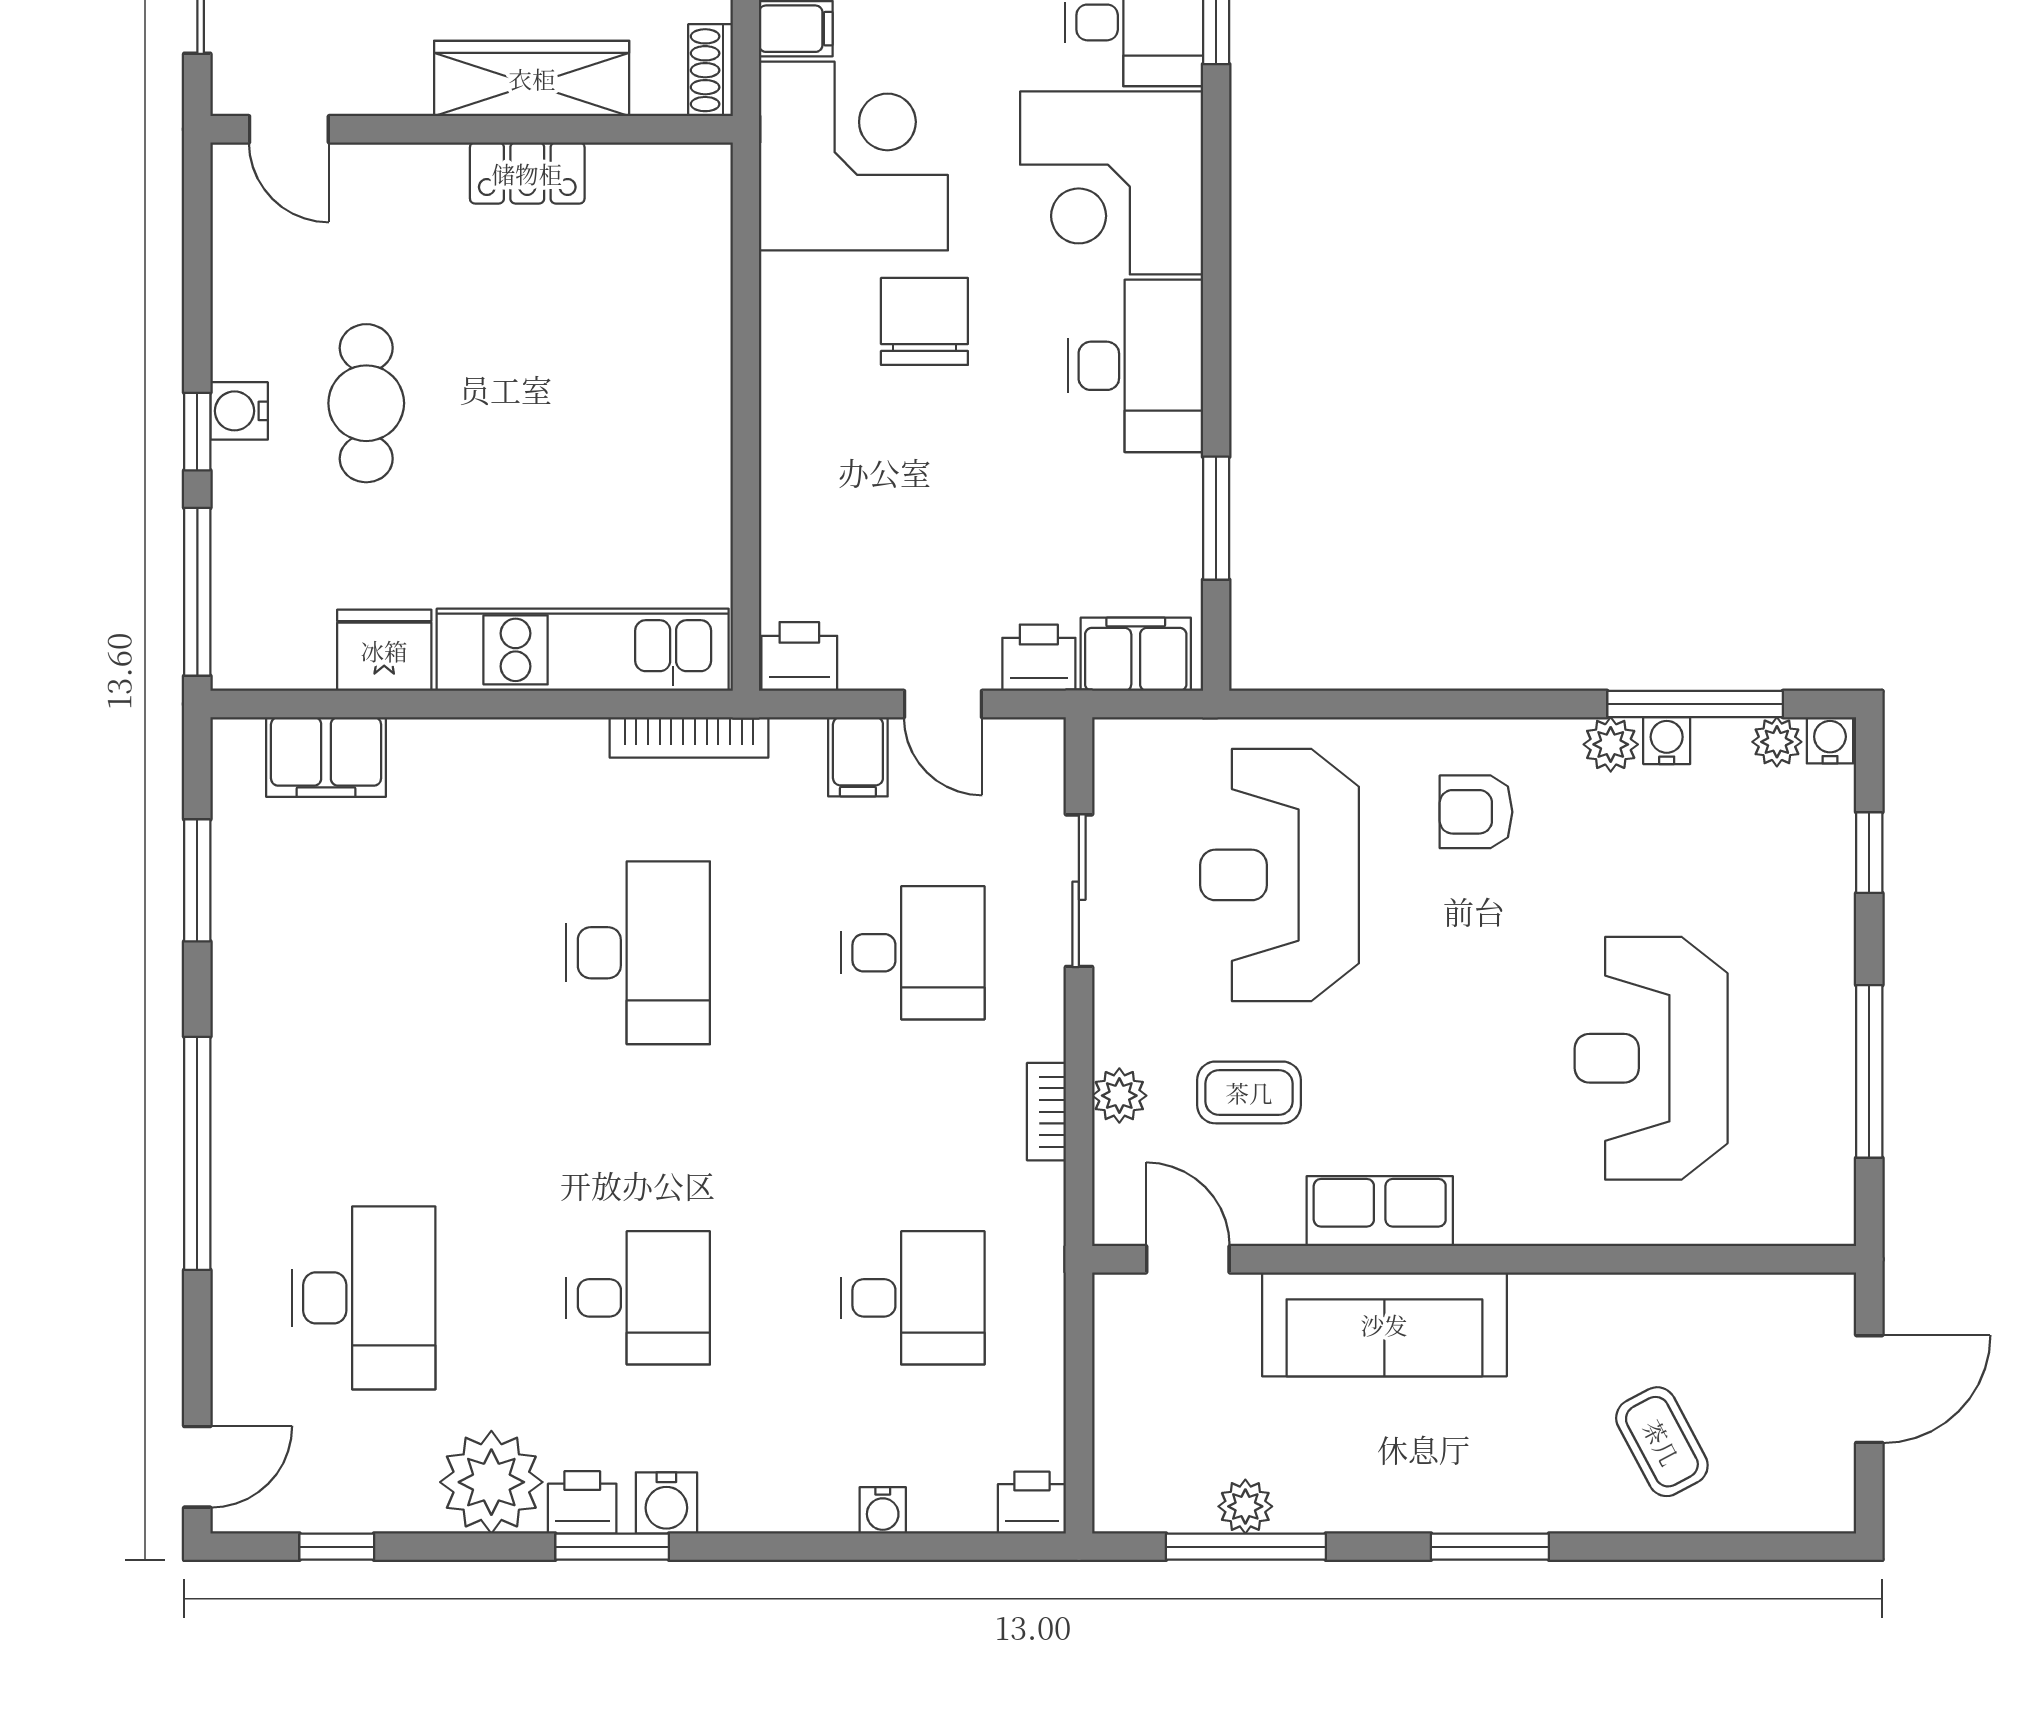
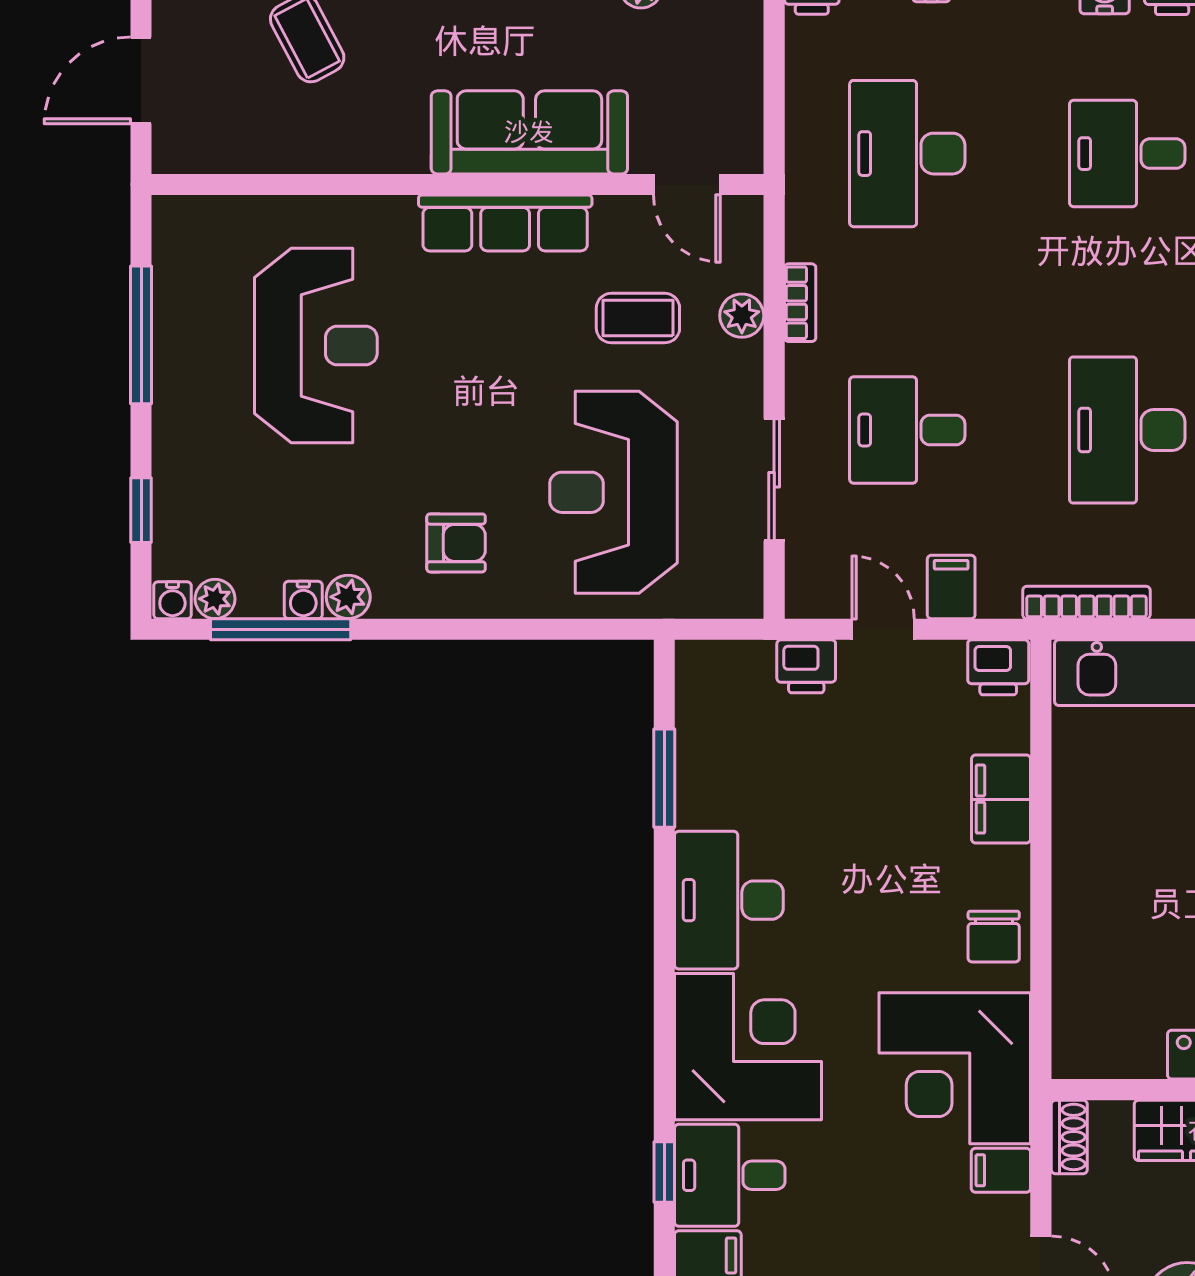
chair: (924, 321) -> (994, 937), moved, width x0.73, depth x0.73
filing cabinet: (1136, 654) -> (1001, 799), moved, turned 90
reception desk: (1280, 875) -> (613, 492), turned 180
row of seats: (1380, 1211) -> (505, 223), width x1.48
desk: (913, 1298) -> (907, 154), width x1.37

